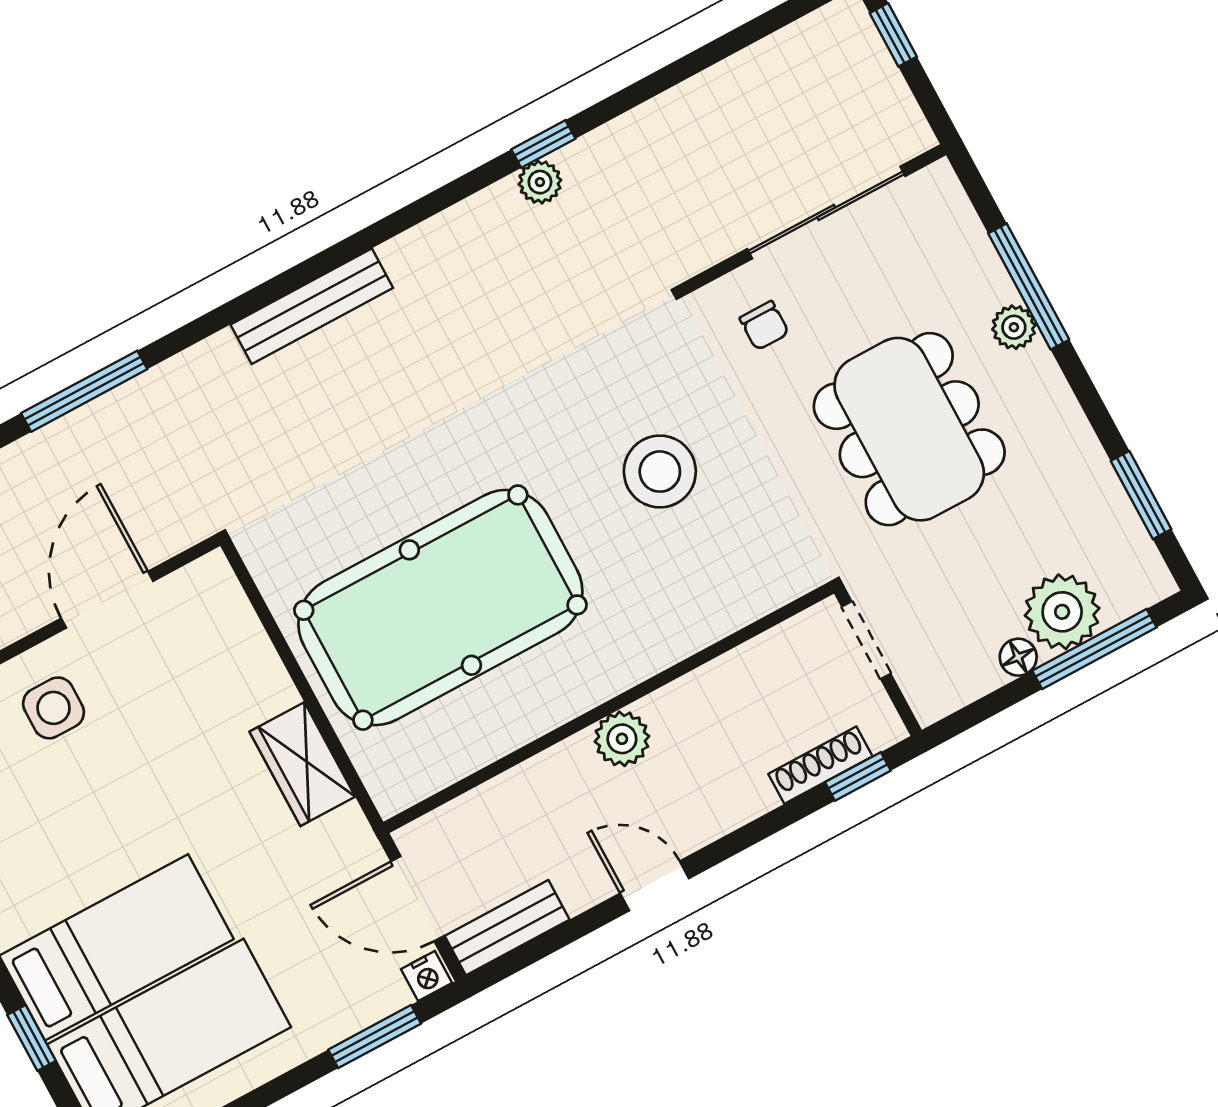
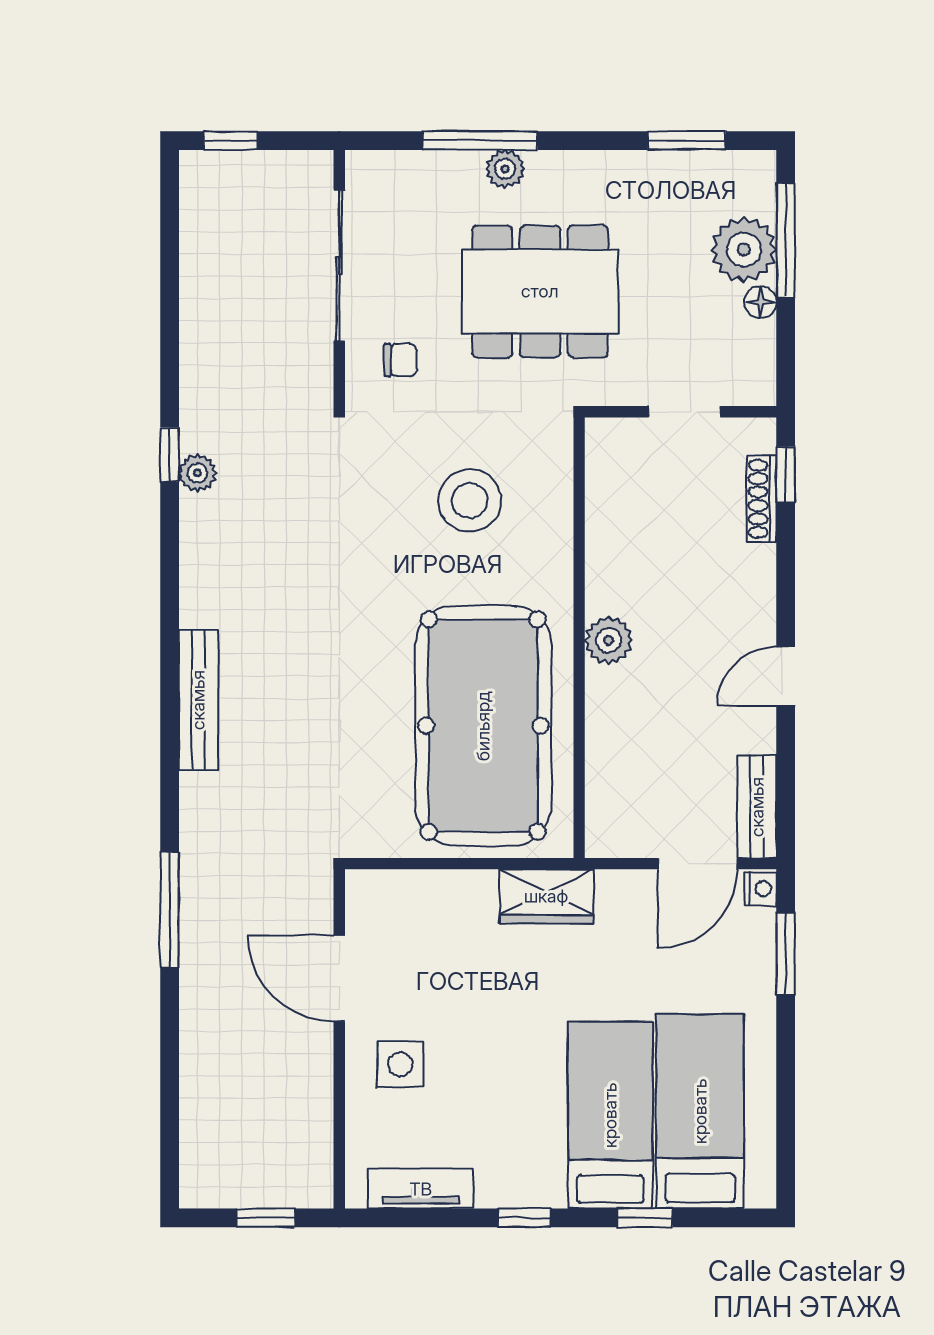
wall: (609, 708) -> (579, 638), moved
plant: (622, 739) -> (609, 640), moved

